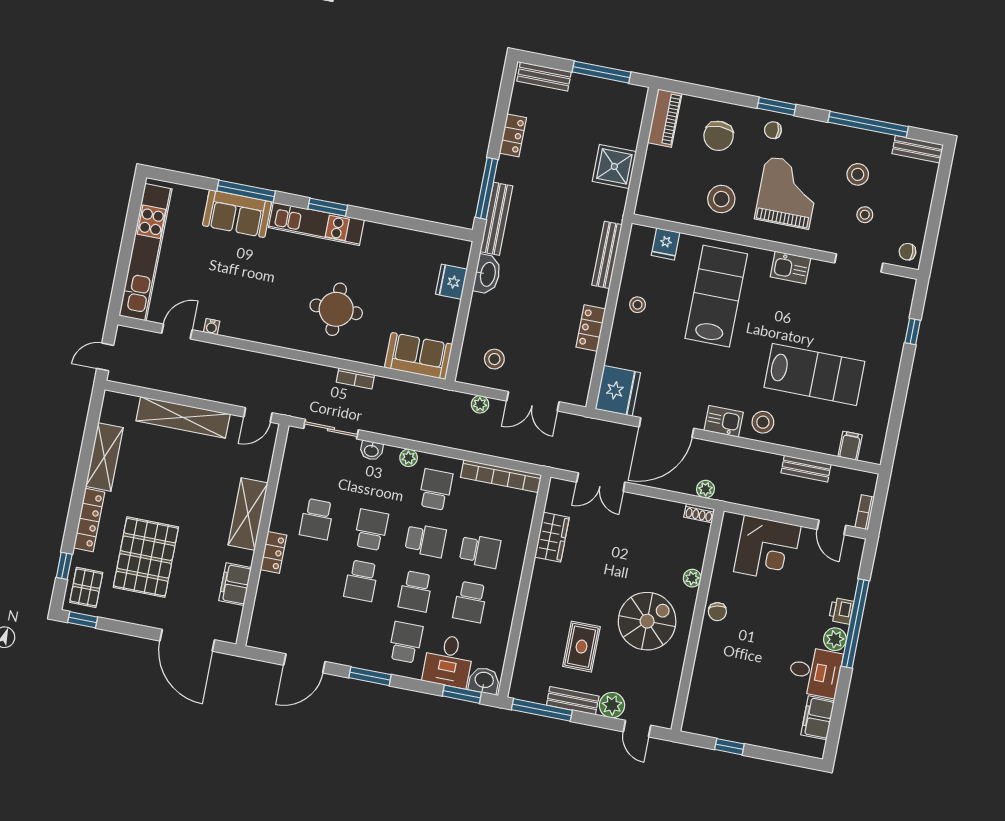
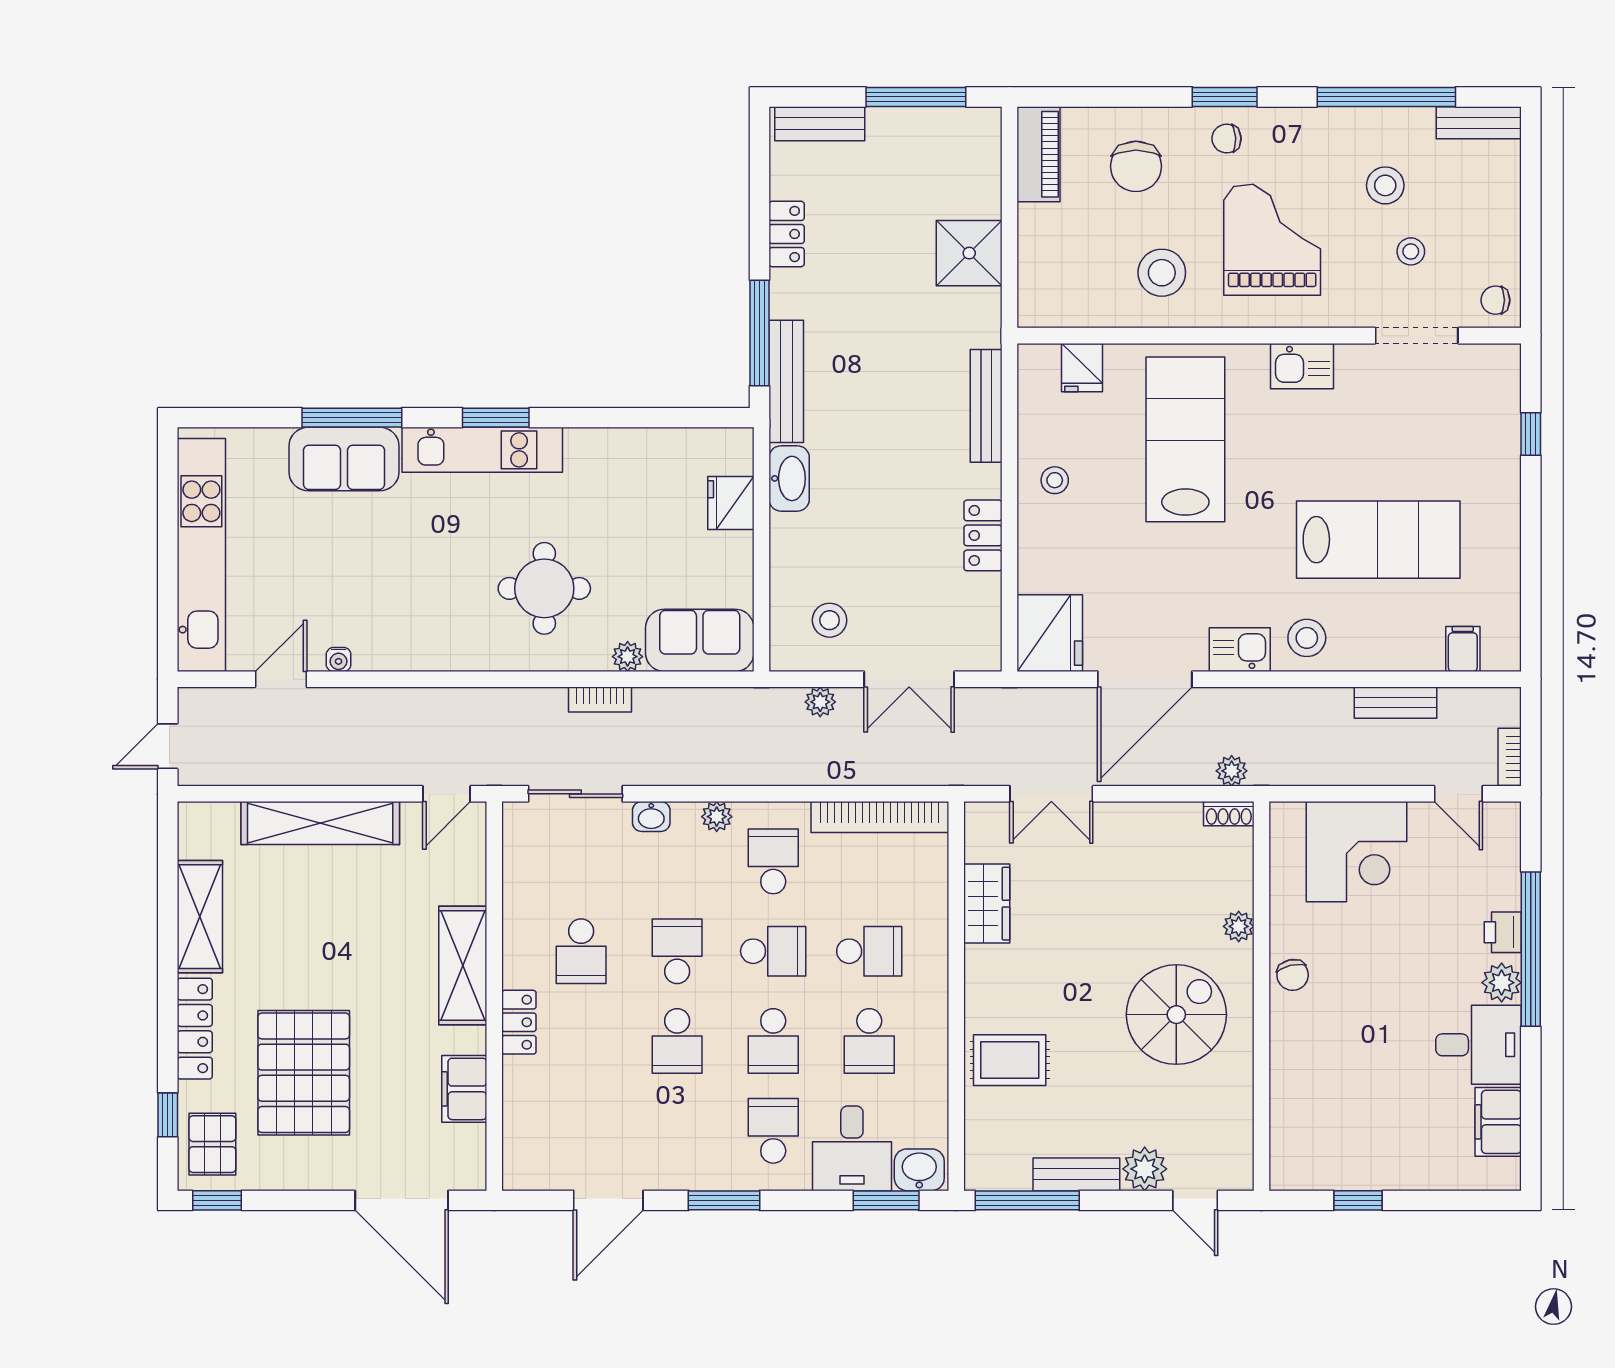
plant: (376, 357) -> (628, 657), added
rug: (581, 647) -> (1010, 1060), moved, turned 90

